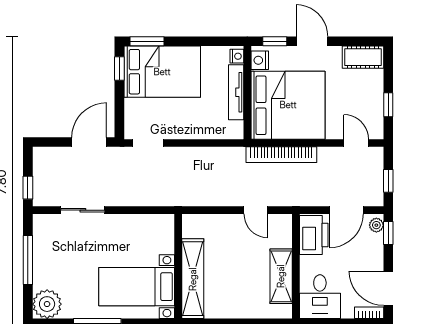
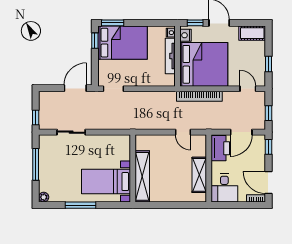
plant: (376, 225) -> (261, 142), removed
plant: (47, 304) -> (44, 197), width x0.53, depth x0.53

